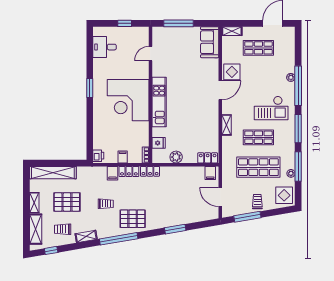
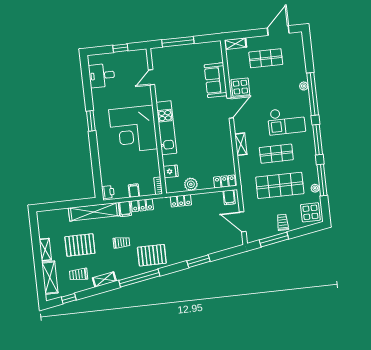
sofa: (210, 42) -> (216, 80), moved
locker: (150, 171) -> (181, 201), moved
shelving: (53, 173) -> (94, 212), moved

